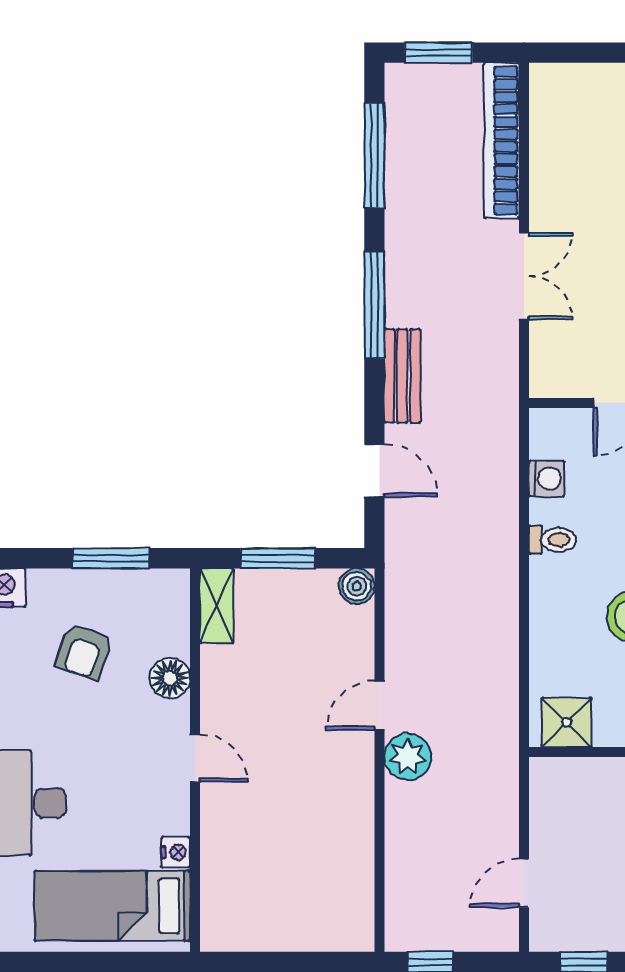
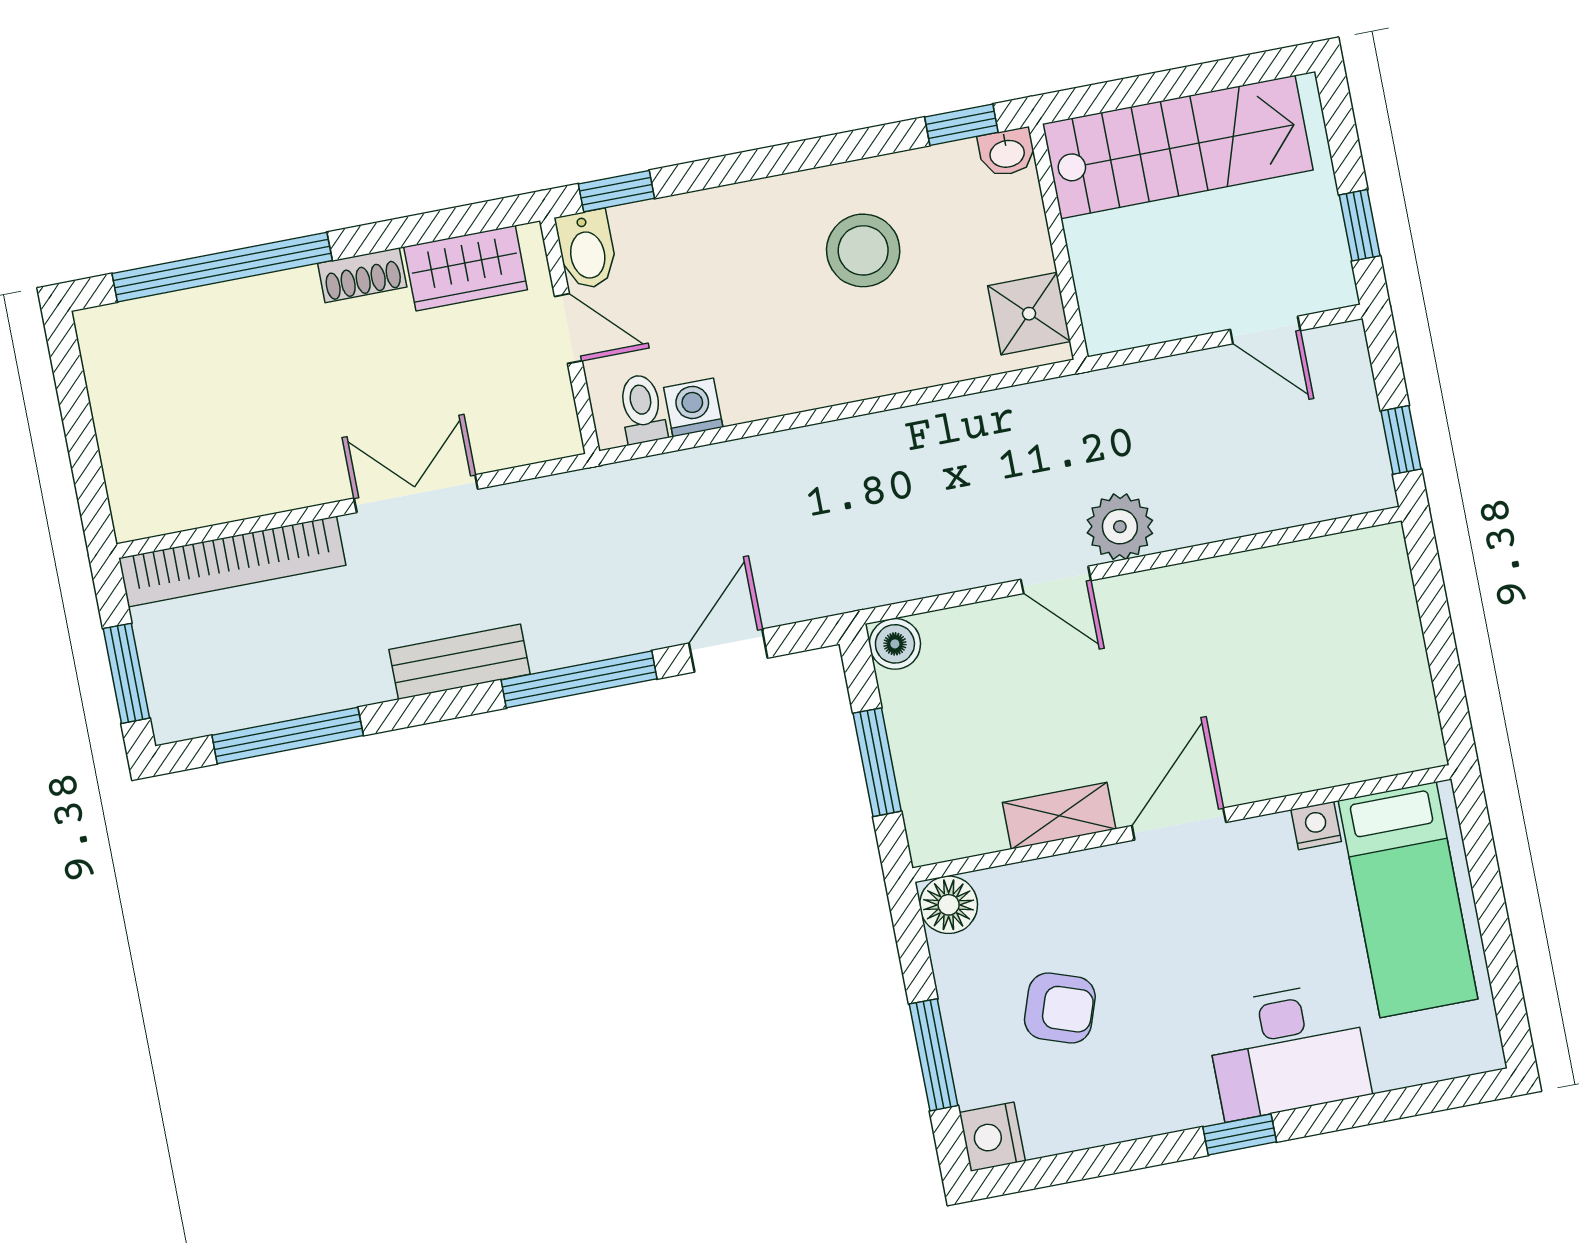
window: (374, 305) -> (579, 679), moved
bench: (402, 376) -> (460, 662), moved
toilet: (552, 540) -> (642, 409), moved
window: (111, 558) -> (934, 1055), moved
shelving: (217, 606) -> (1059, 816), moved
floor lamp: (170, 678) -> (949, 905), moved
door: (195, 758) -> (1179, 824), width x1.38

